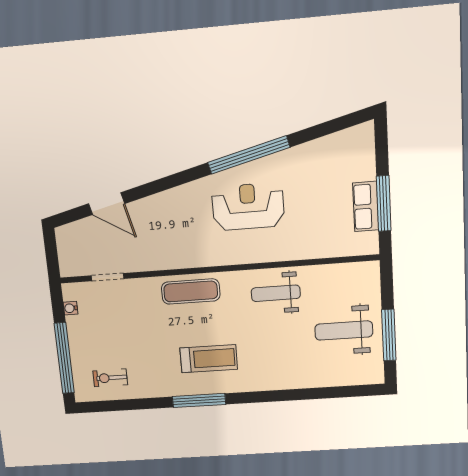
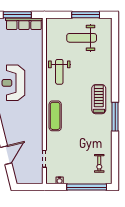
row of seats: (366, 207) -> (24, 24), width x1.48
weight bench: (344, 330) -> (82, 38), turned 90
treadmill: (209, 359) -> (99, 99), moved

